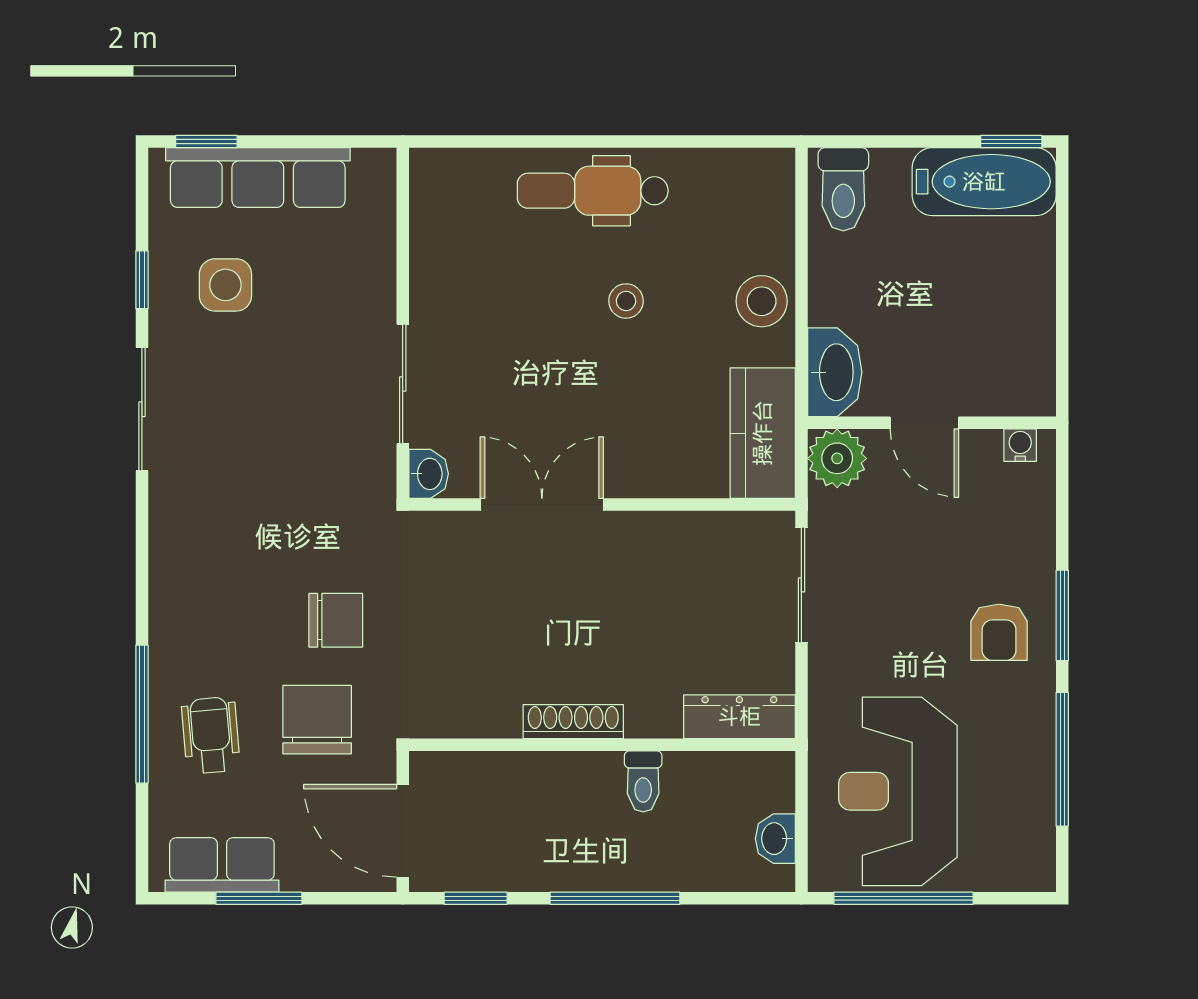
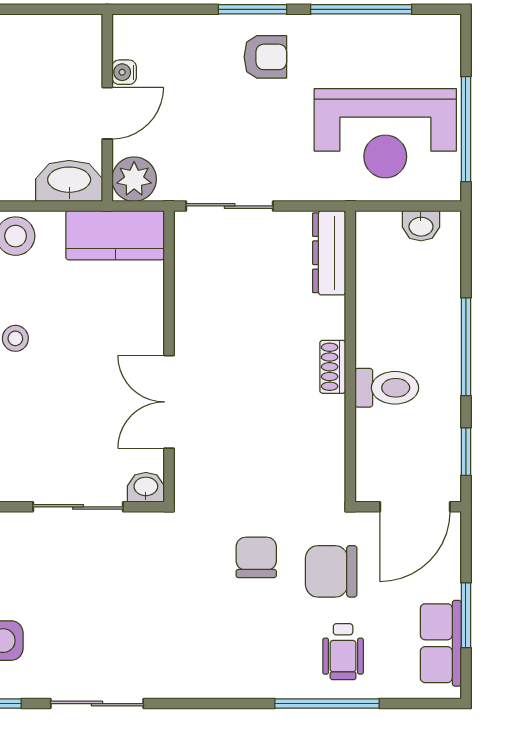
water cooler: (1020, 445) -> (124, 72), moved
shoe rack: (573, 722) -> (333, 367), width x0.70
wheelchair: (211, 735) -> (343, 652), turned -85
toilet: (643, 781) -> (387, 388), moved, width x1.37, depth x1.39

